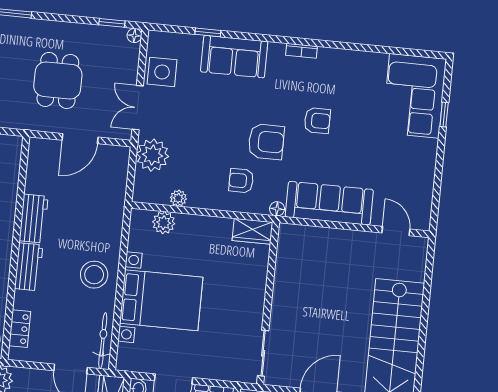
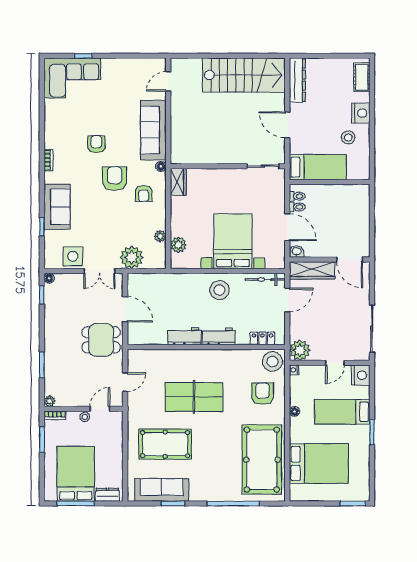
dining table: (58, 80) -> (101, 340), moved

